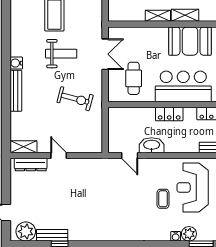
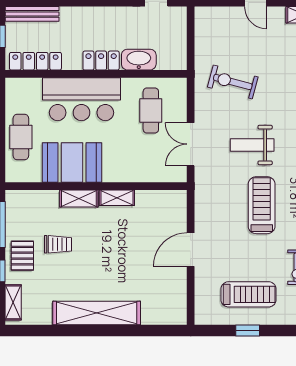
washbasin: (152, 145) -> (139, 60), moved, turned 180

